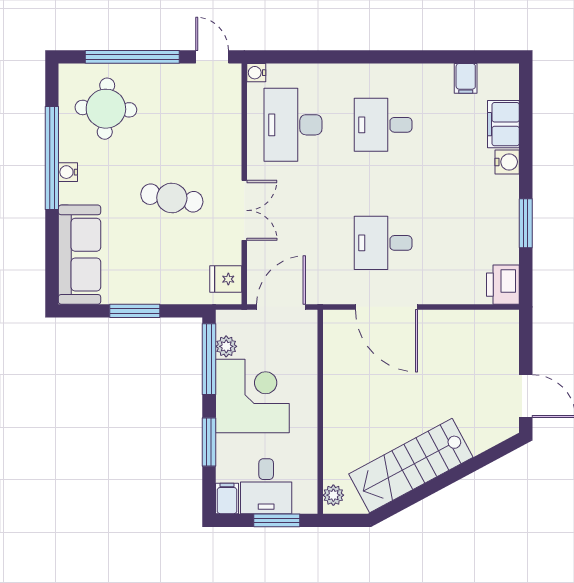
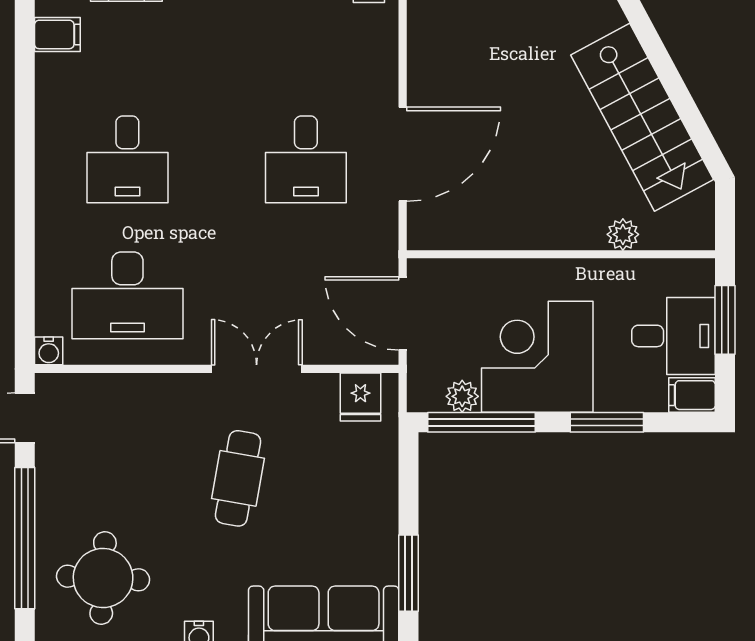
window: (135, 311) -> (409, 573), moved
plant: (333, 495) -> (623, 234), moved

